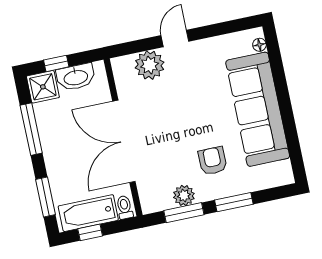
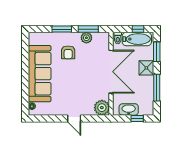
door: (175, 38) -> (74, 118), hinge flipped
plant: (150, 65) -> (102, 108), moved
shower: (43, 87) -> (146, 68), moved

